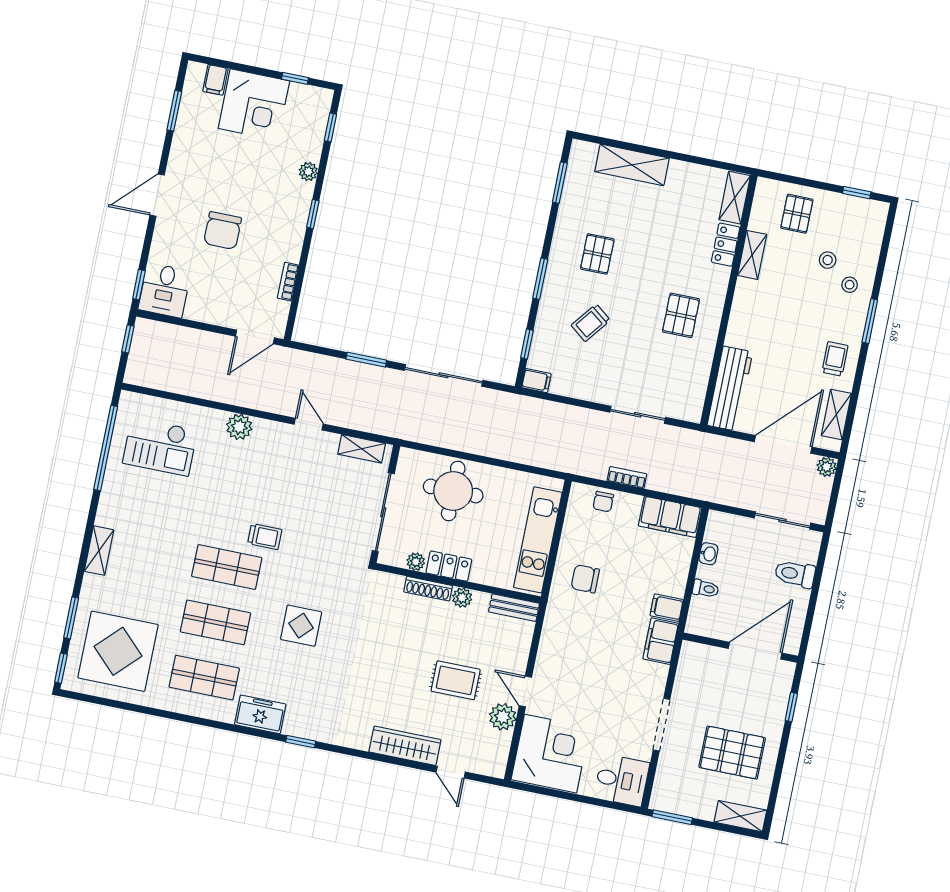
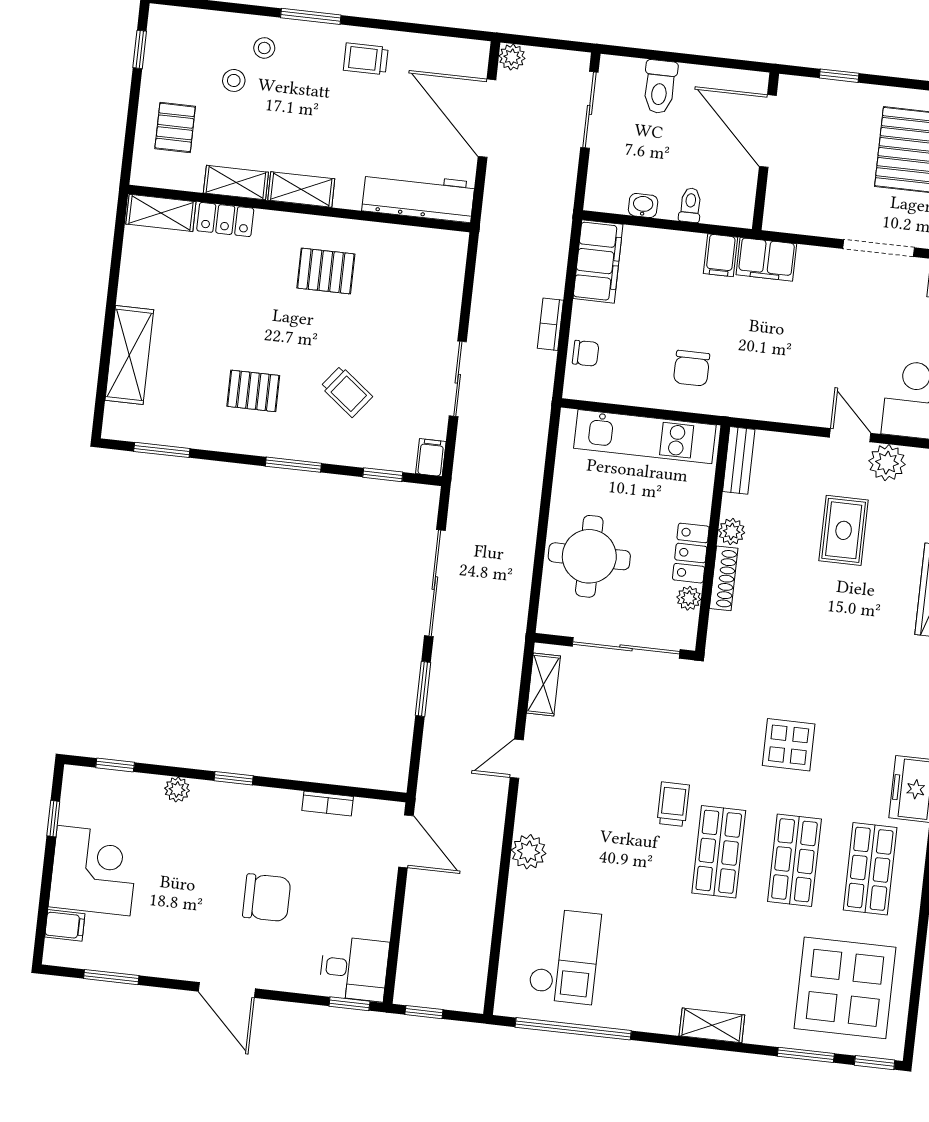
pallet: (797, 214) -> (175, 127), turned 90
sliding door: (638, 415) -> (458, 379), moved
shelving: (836, 415) -> (301, 189), moved
door: (525, 691) -> (850, 435), swing flipped

